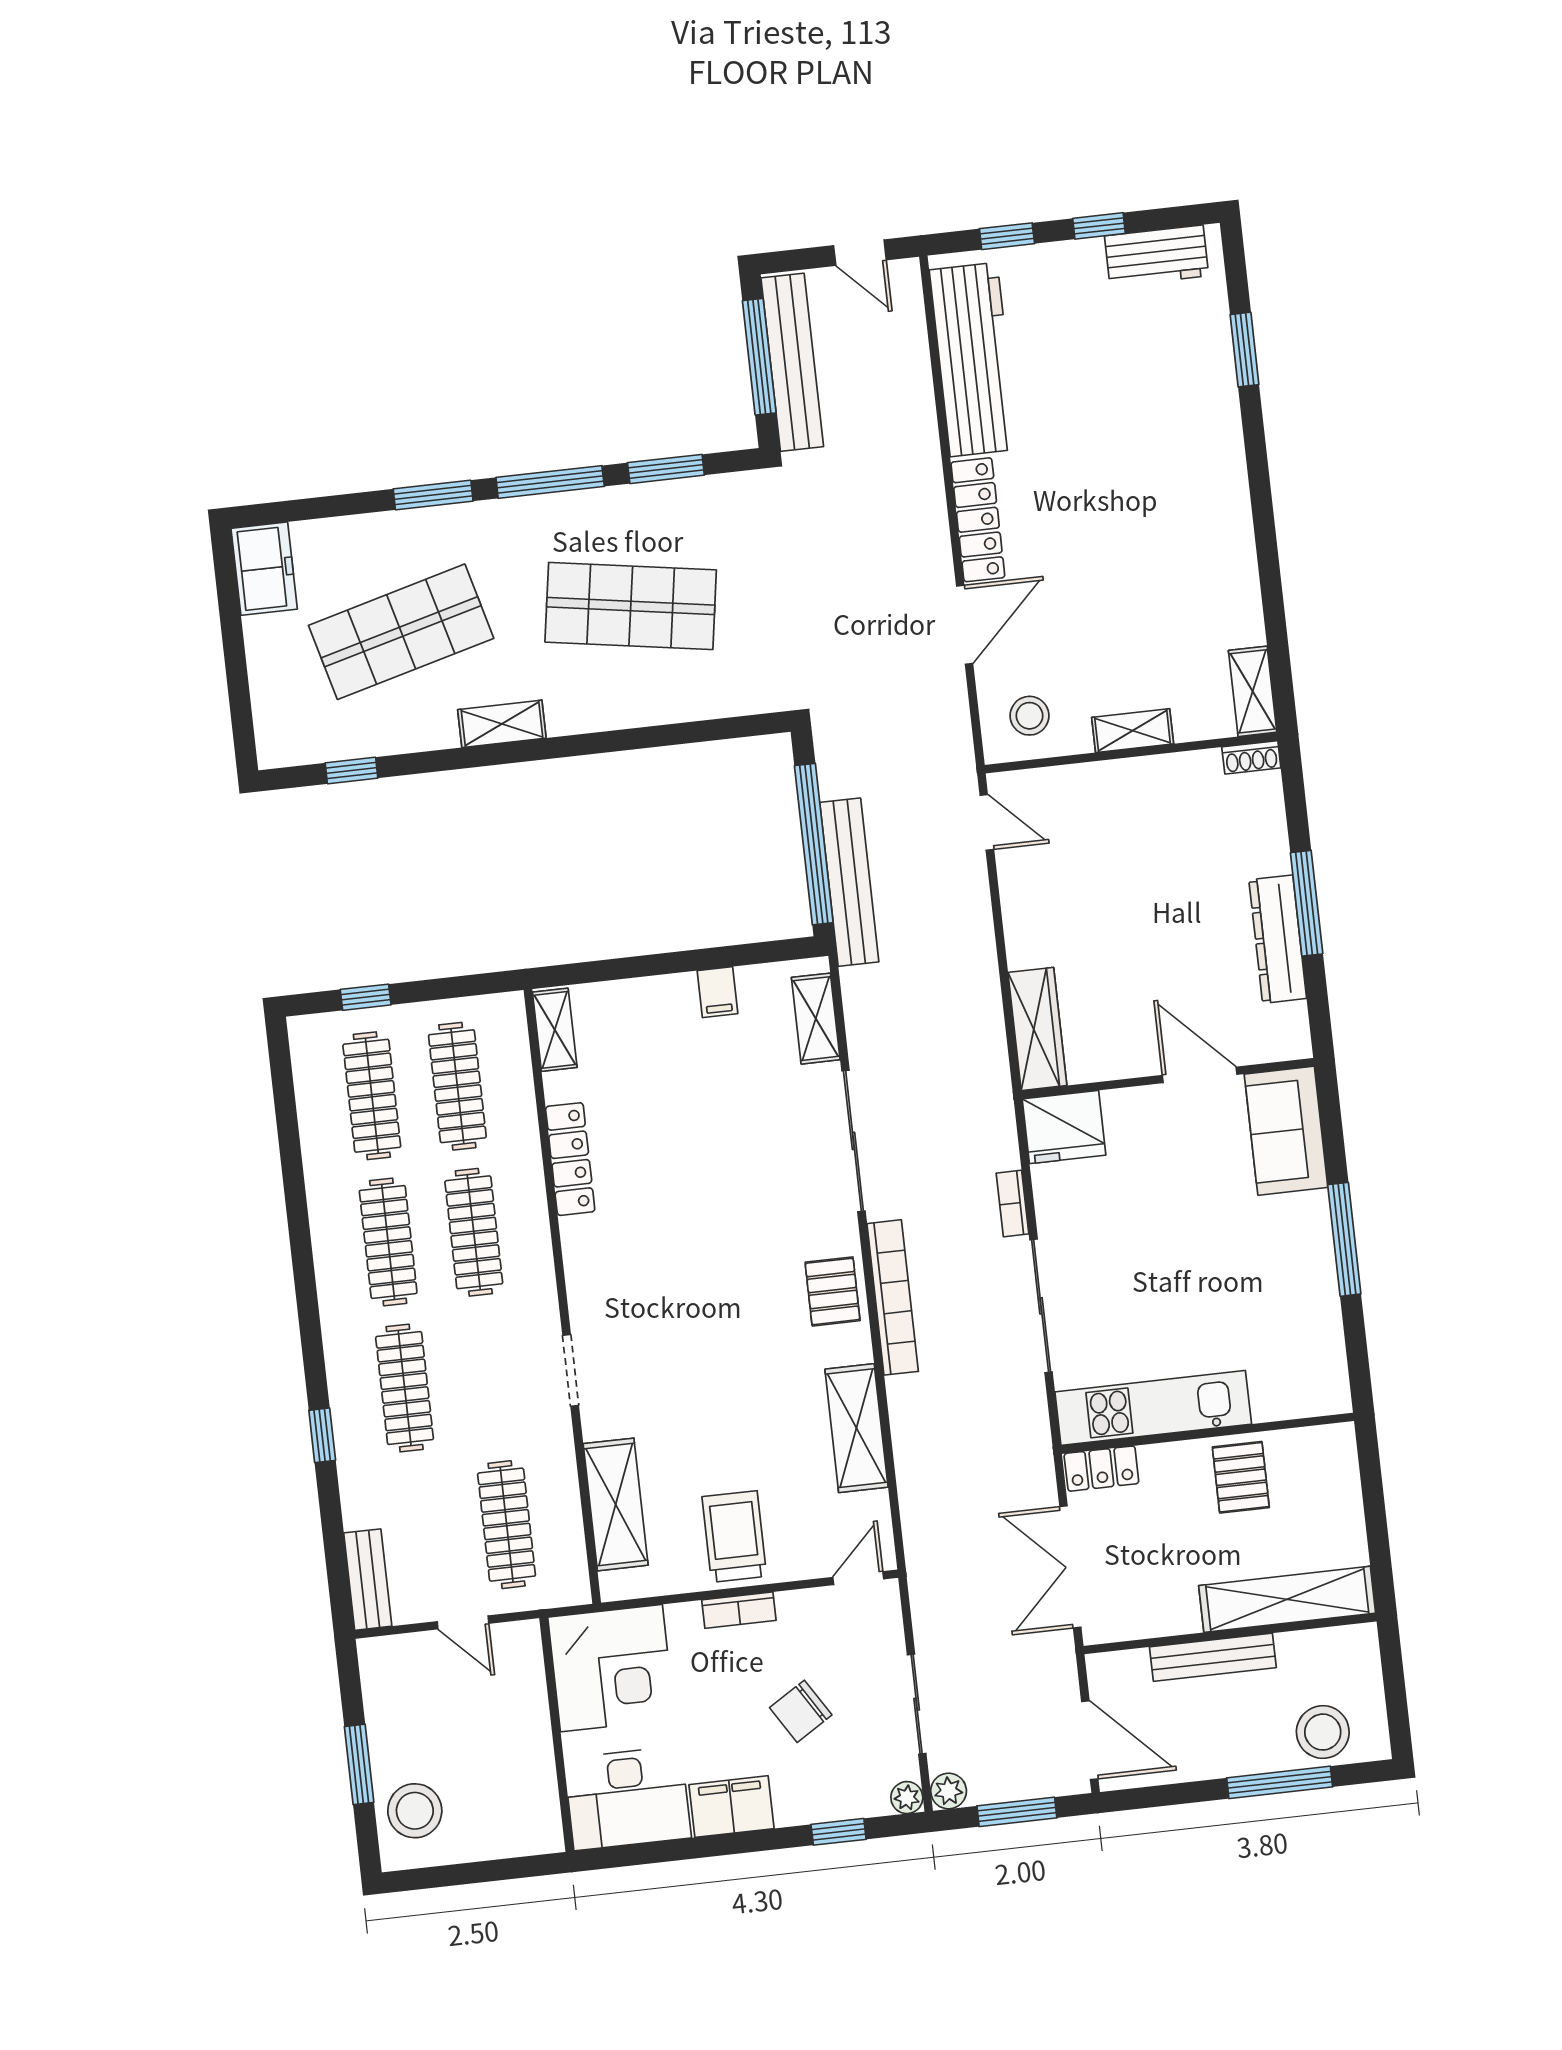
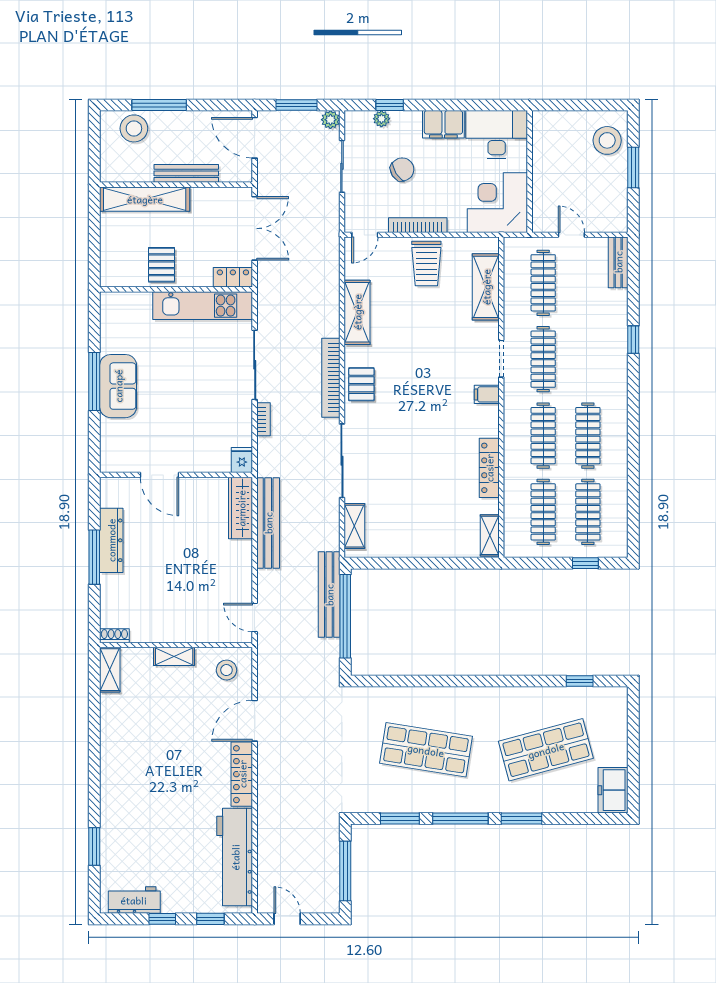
bench: (792, 362) -> (268, 523), moved
shelving: (502, 724) -> (499, 696), removed
filing cabinet: (718, 992) -> (487, 394), moved, turned -90
fridge: (1064, 1127) -> (242, 460), width x0.53, depth x0.75
sofa: (1286, 1131) -> (118, 386), moved
clothes rail: (405, 1388) -> (543, 359), moved
bookcase: (739, 1610) -> (418, 225), width x1.56
plant: (907, 1798) -> (381, 119), moved

